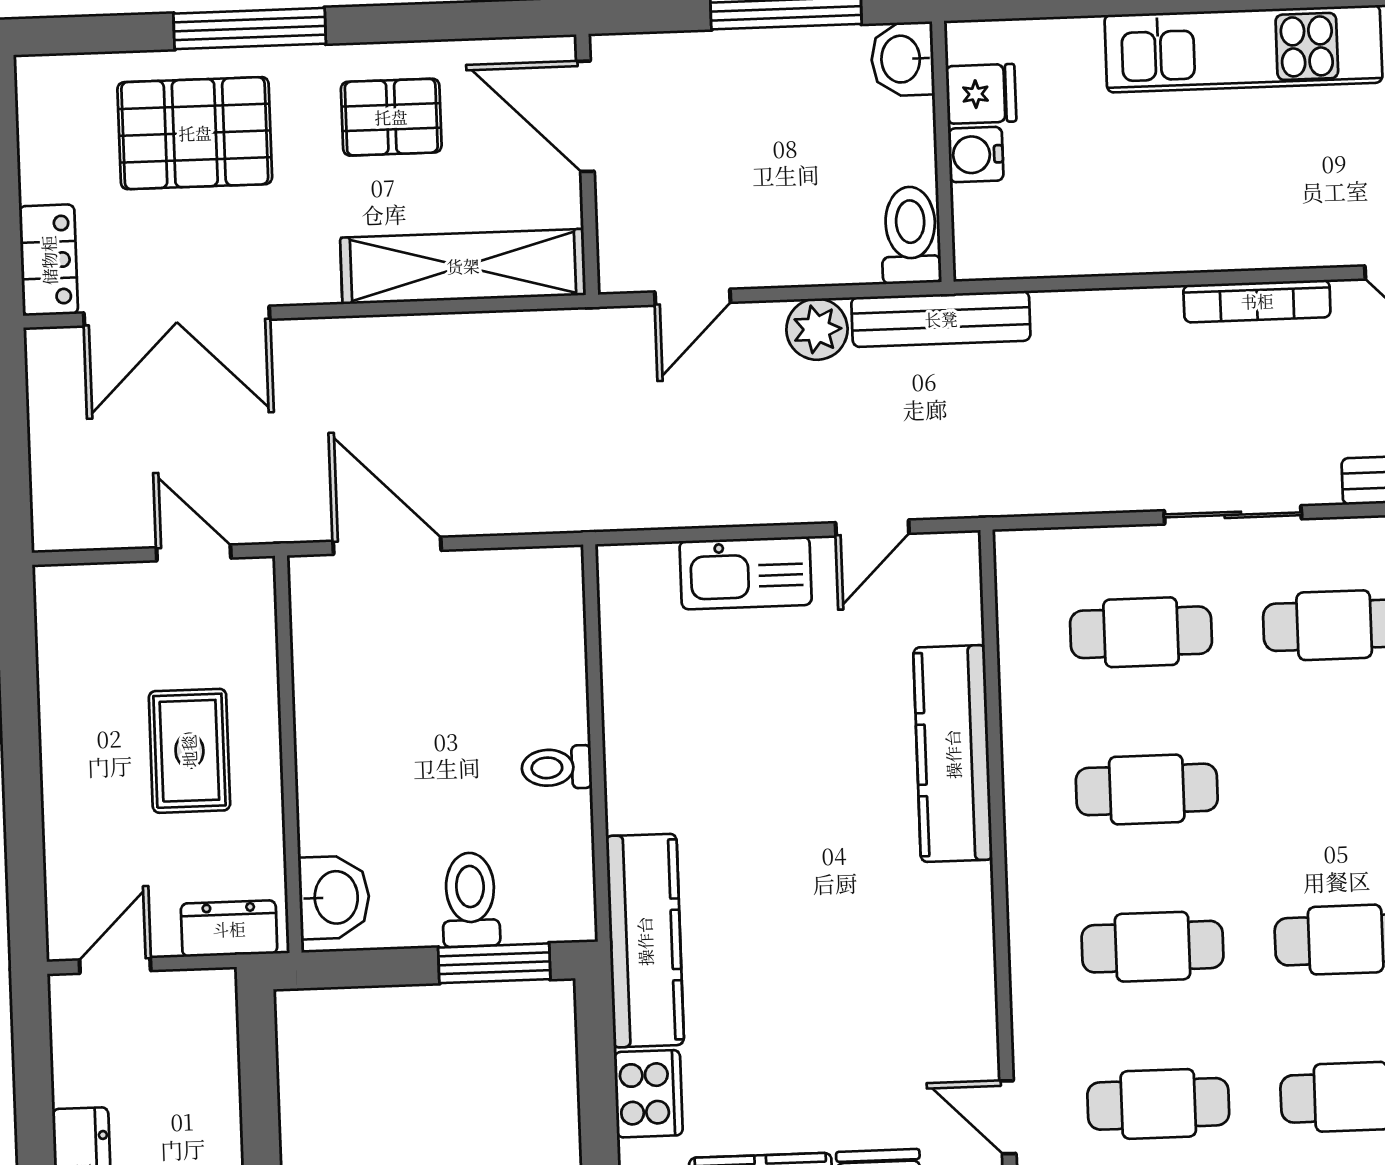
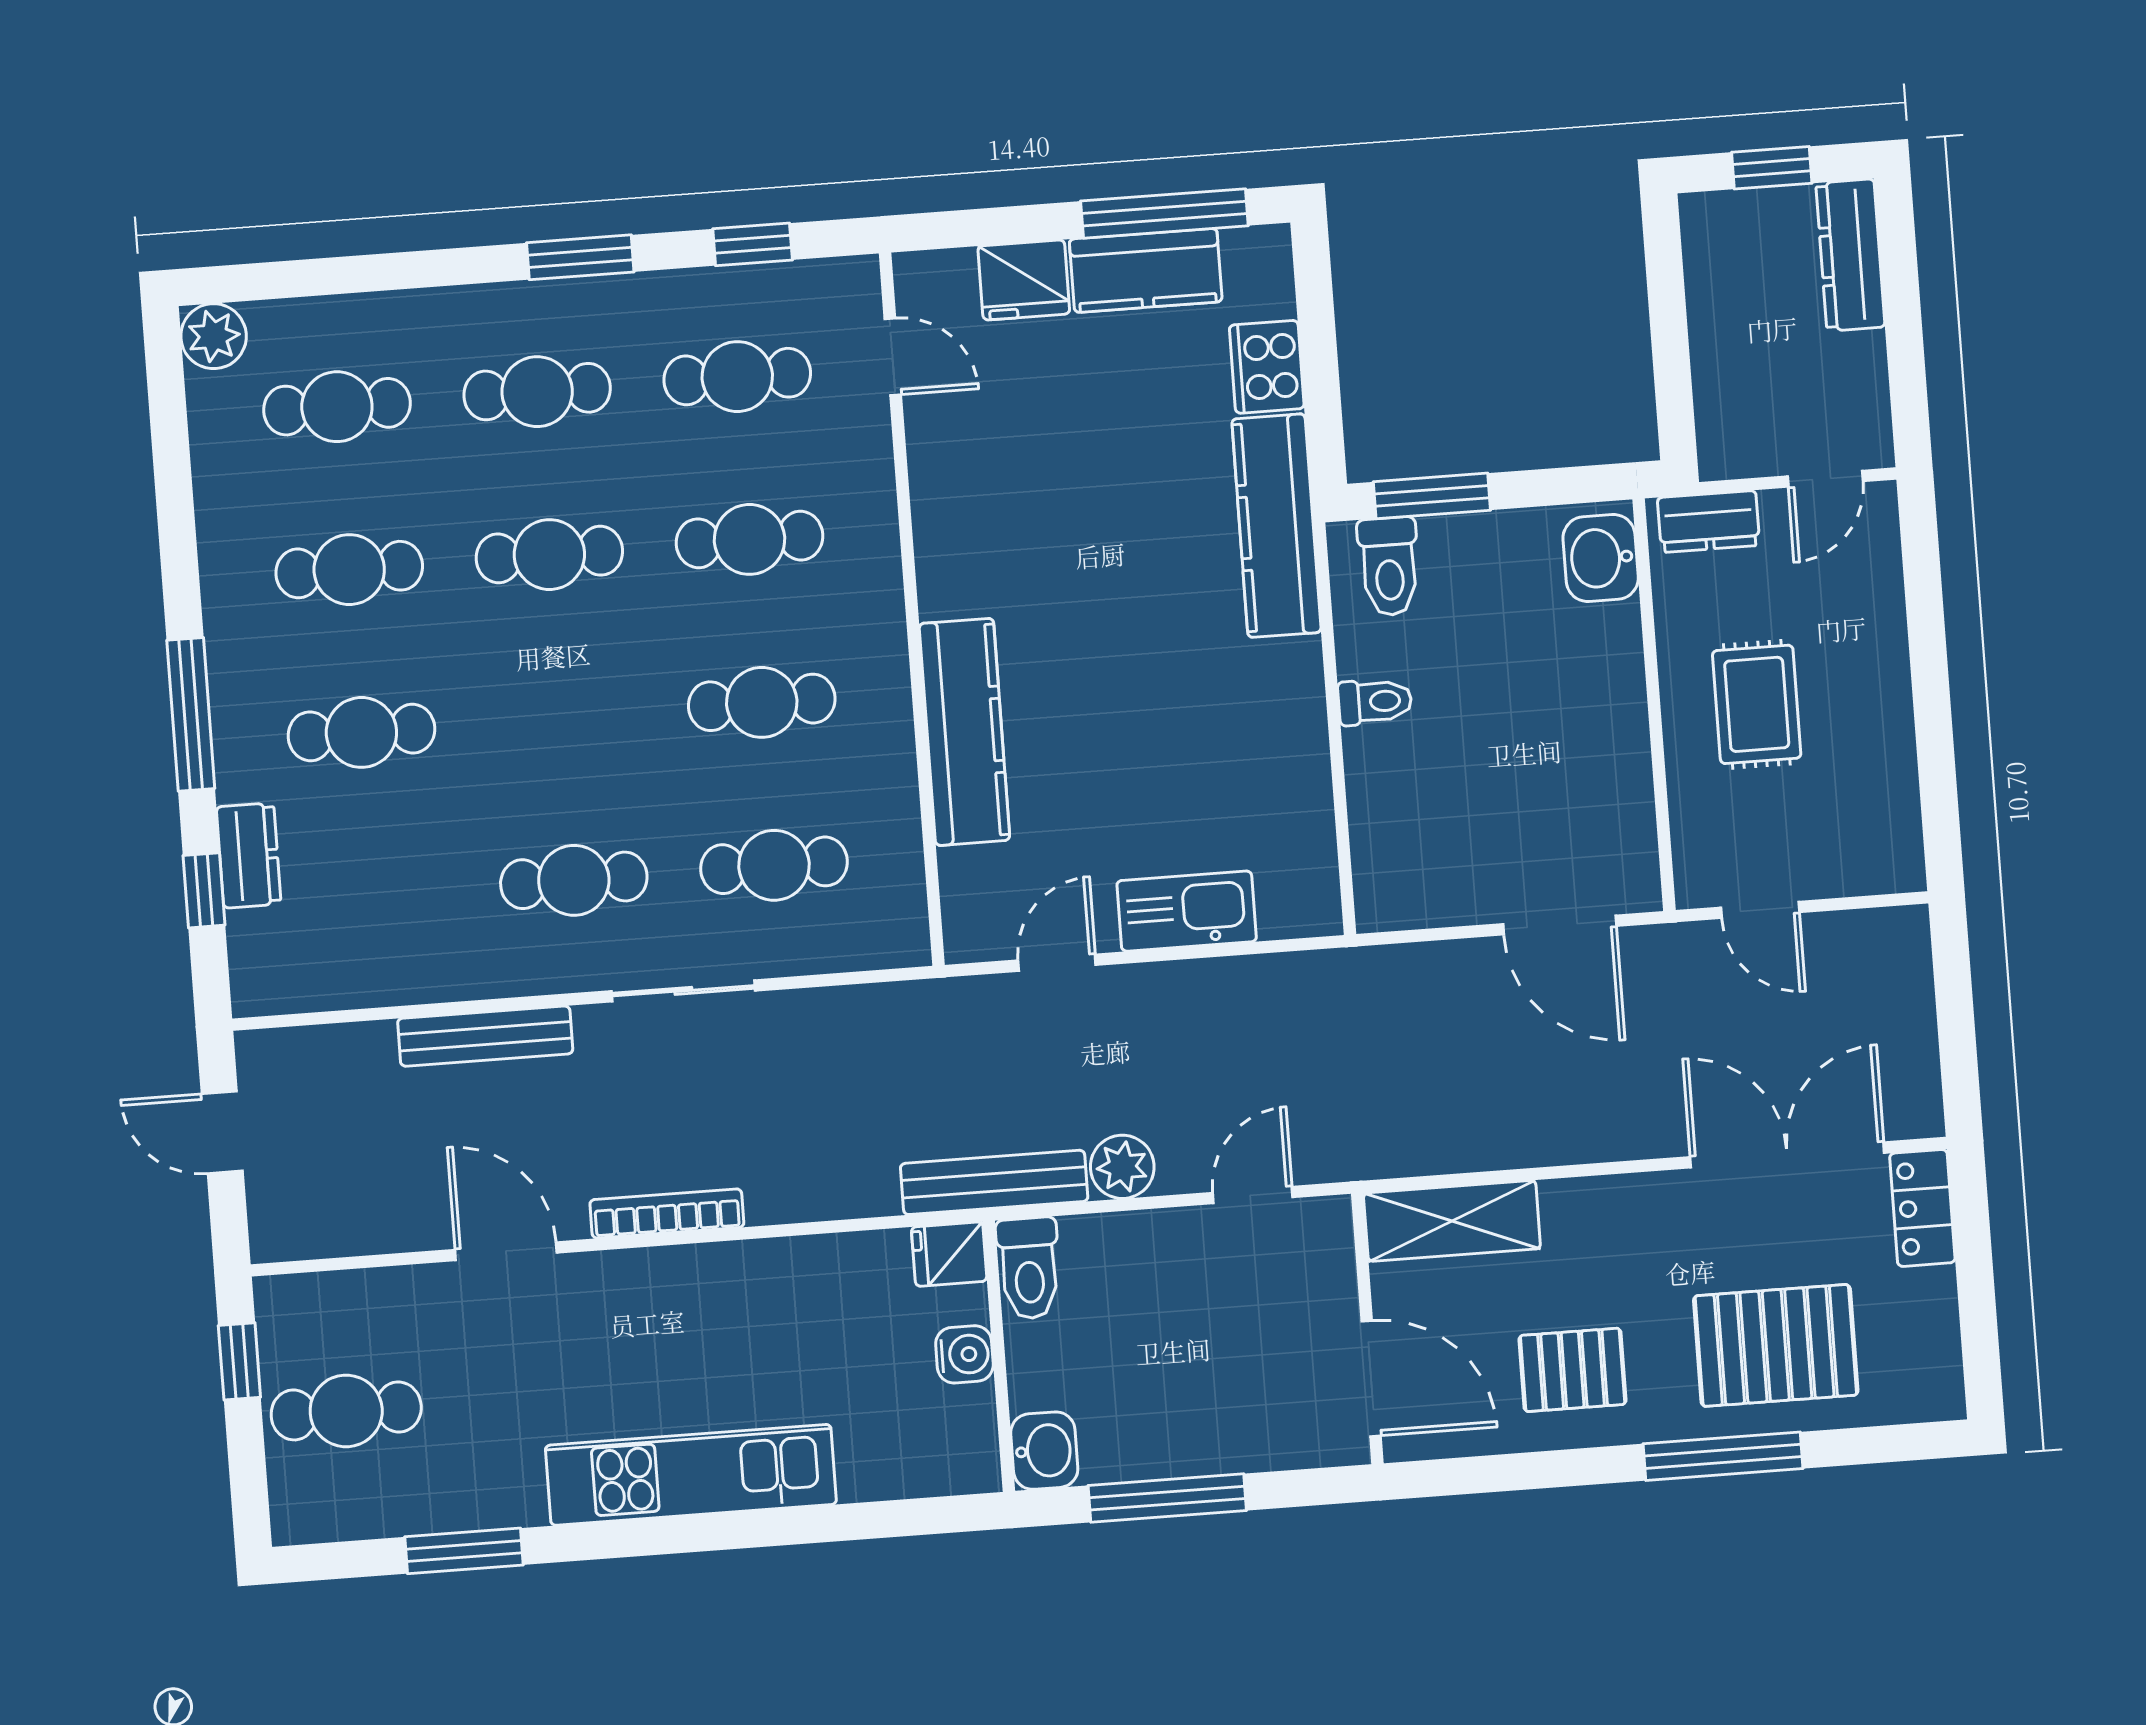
fridge: (981, 94) -> (949, 1254), moved
shelving: (463, 266) -> (1452, 1221), width x0.68
toilet: (470, 900) -> (1389, 566), moved

